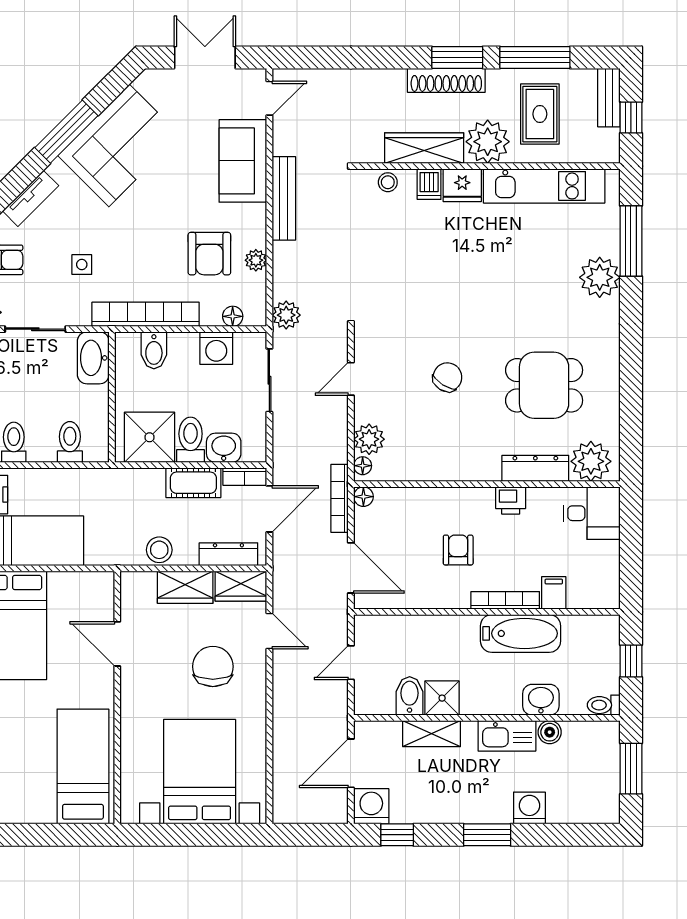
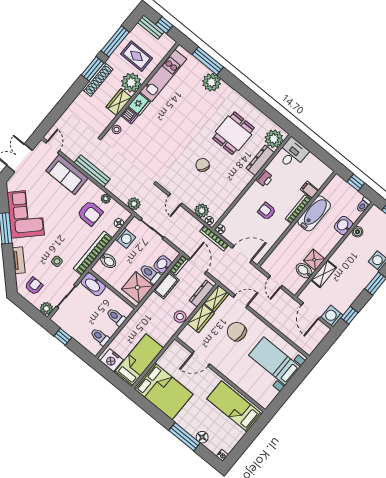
wardrobe: (424, 148) -> (119, 102), width x0.67
kitchen sink: (507, 736) -> (346, 248), removed
bed with nightstands: (200, 772) -> (275, 361), width x0.73

